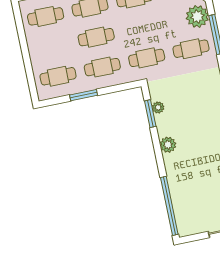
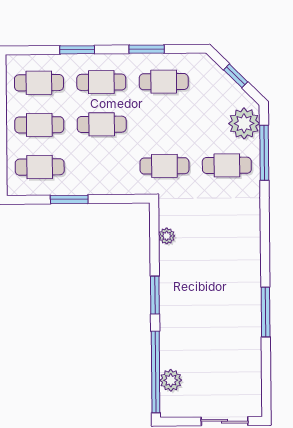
cafe table: (102, 67) -> (39, 125), moved
window: (150, 114) -> (155, 295), moved
plant: (168, 145) -> (171, 380), moved

